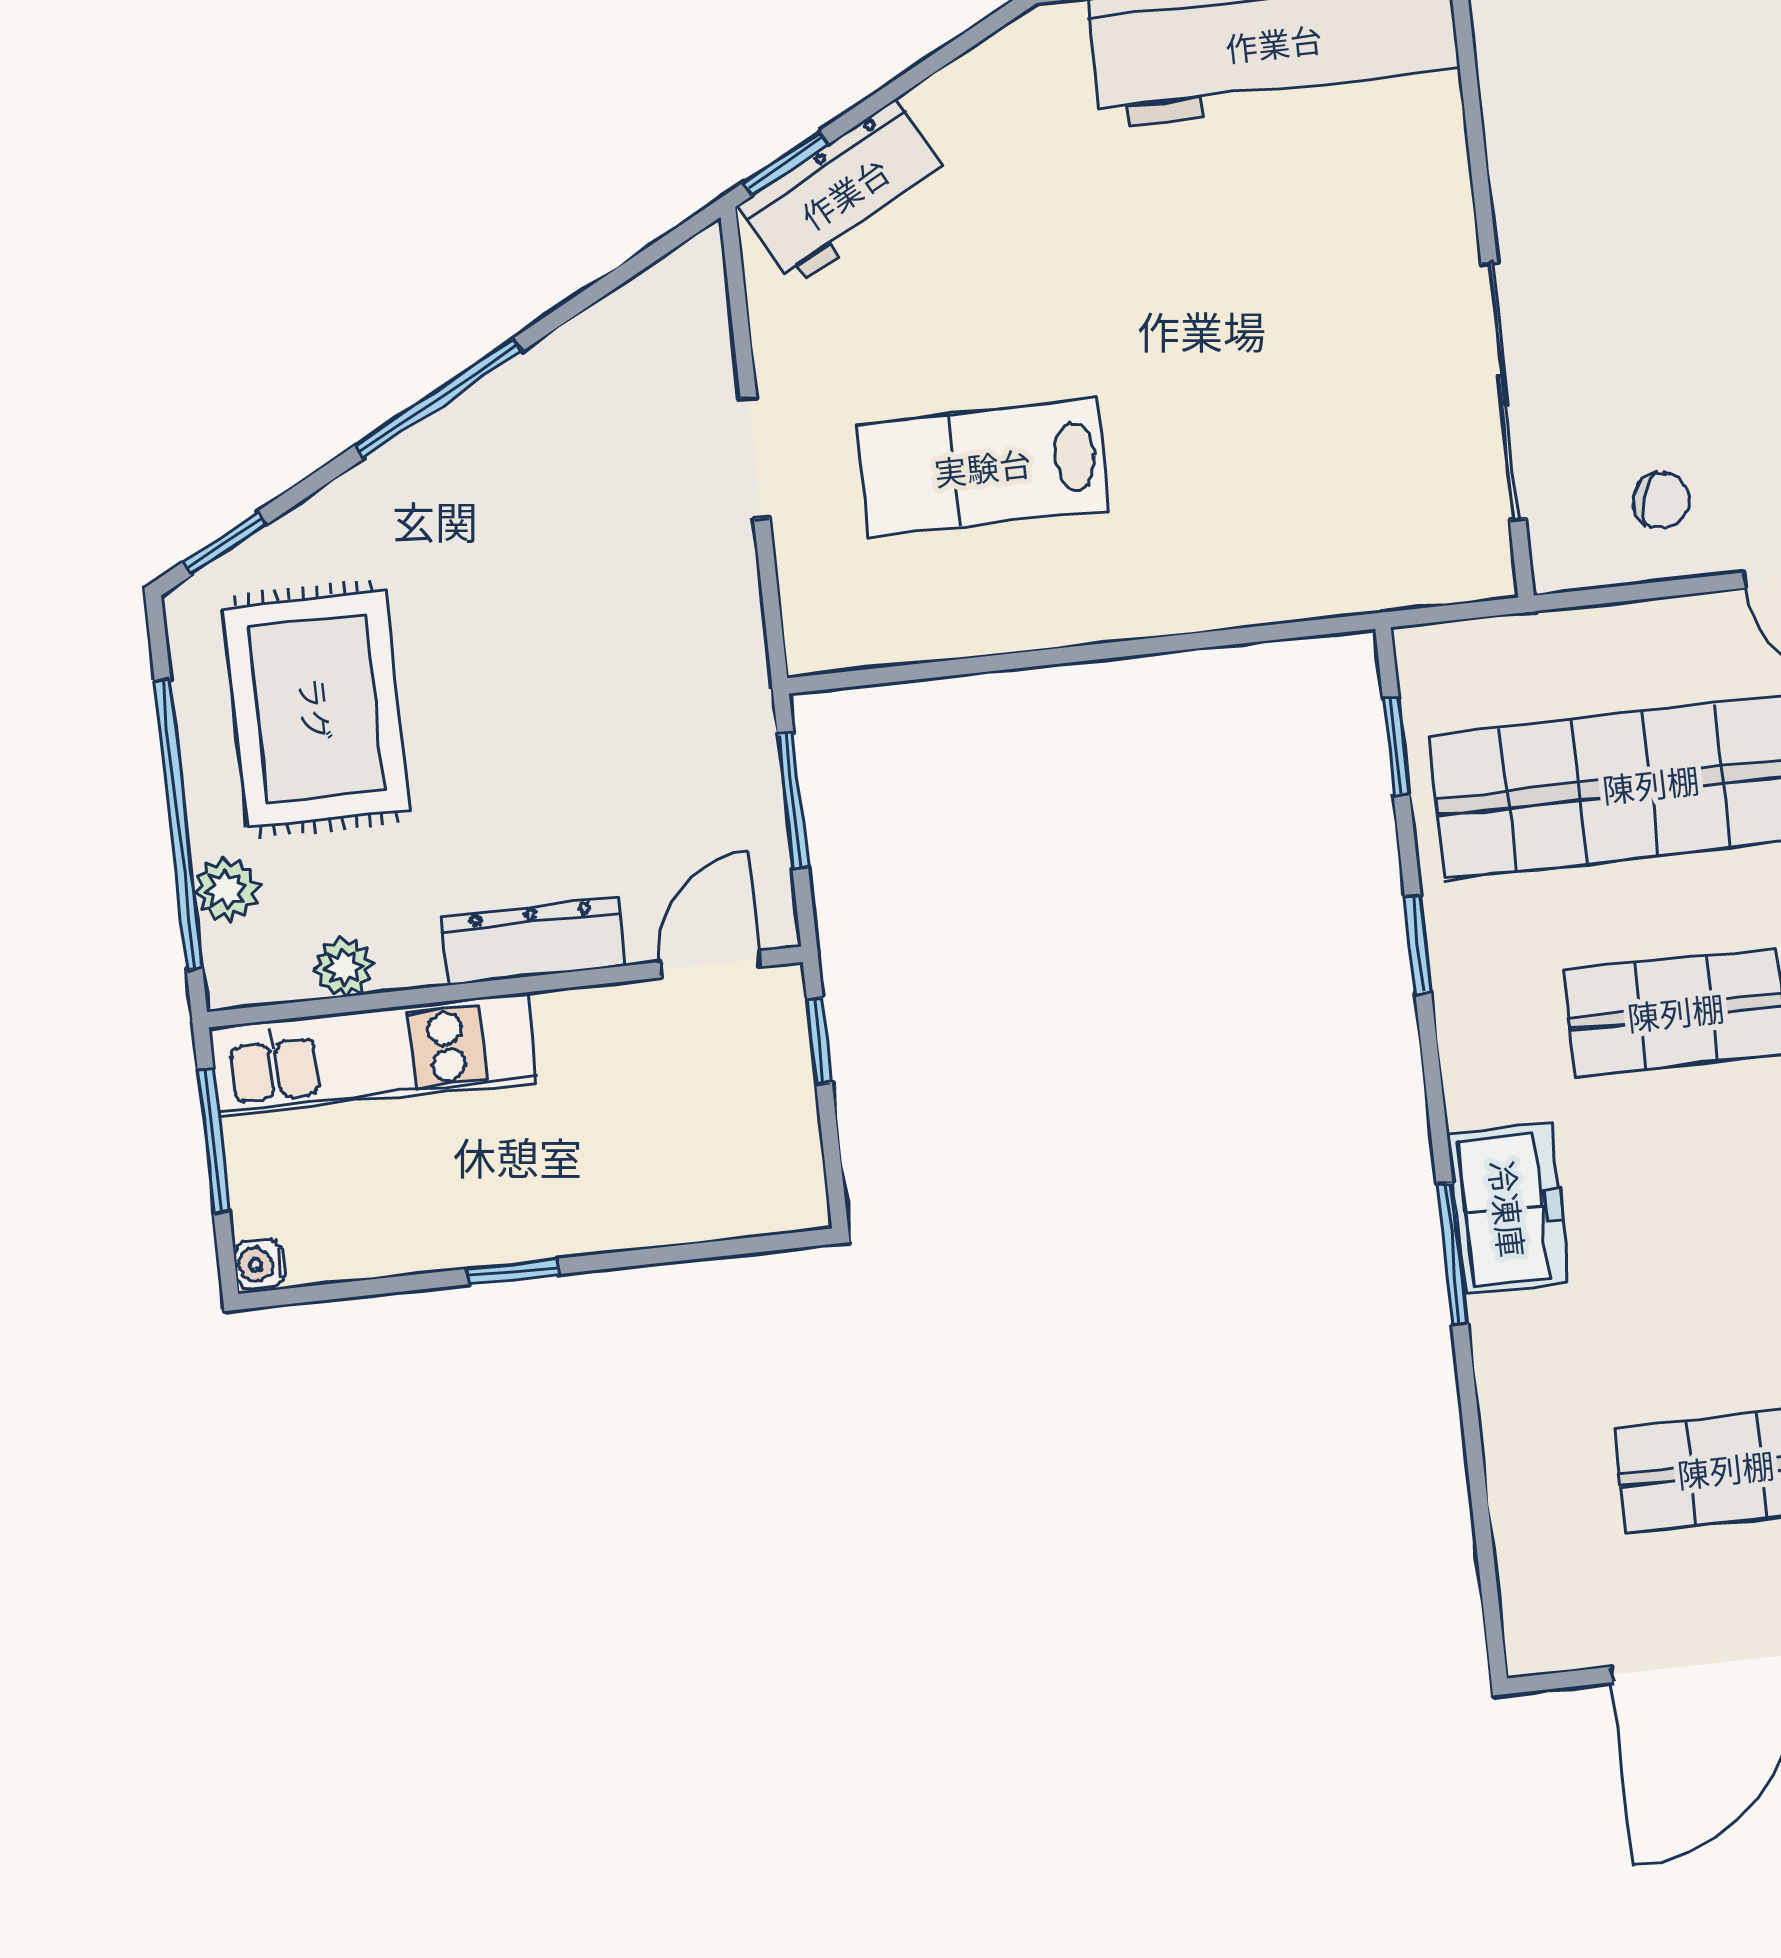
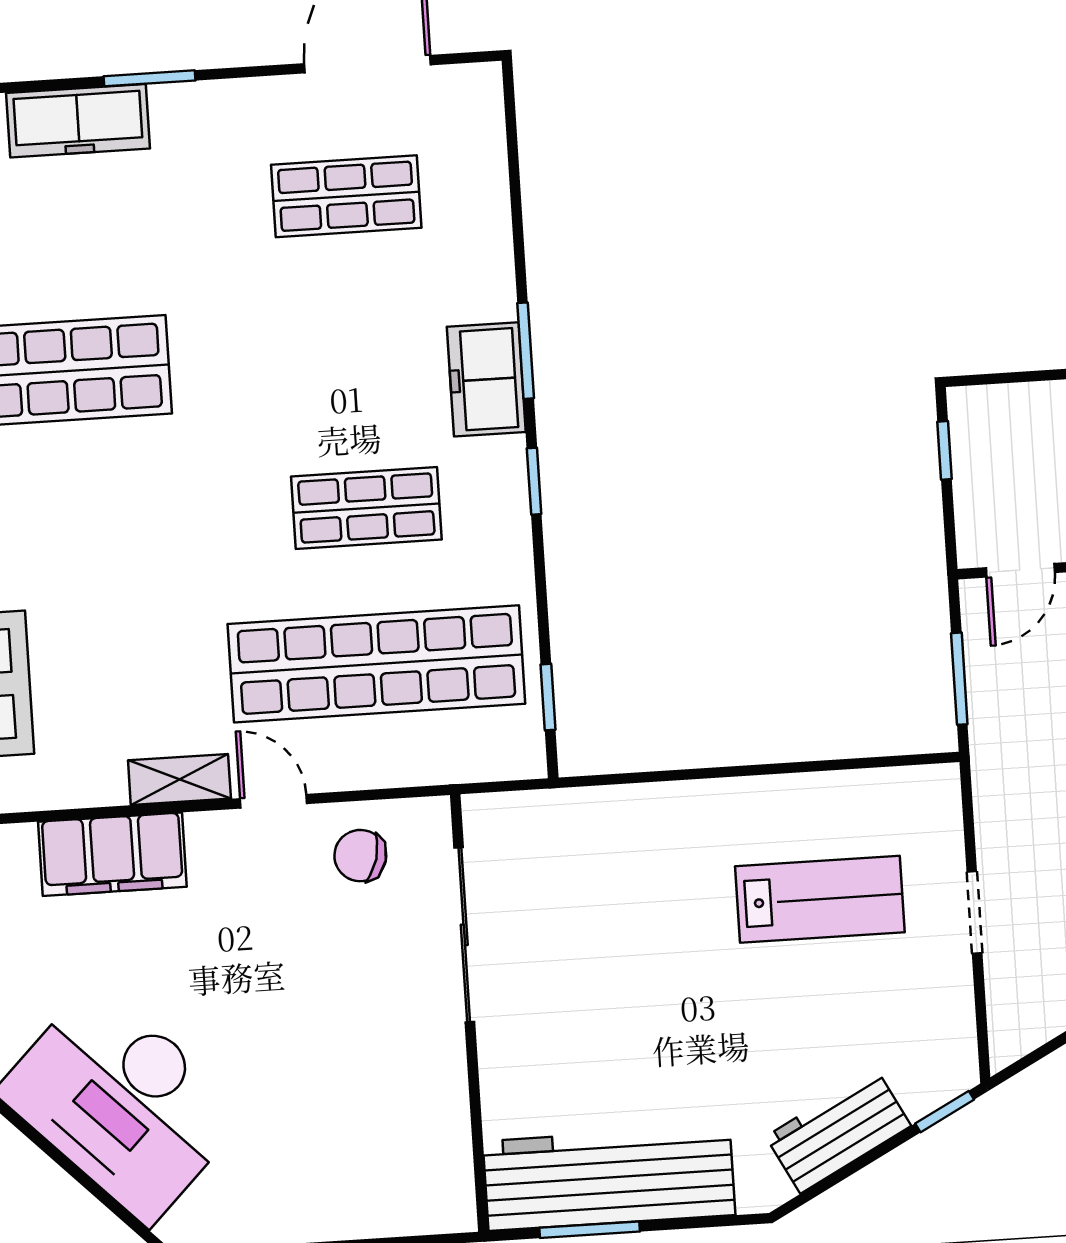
workbench: (845, 193) -> (838, 1131), moved
chair: (1661, 501) -> (360, 856), width x1.37, depth x1.37
window: (1418, 944) -> (534, 481), moved
window: (819, 1041) -> (945, 450), moved

